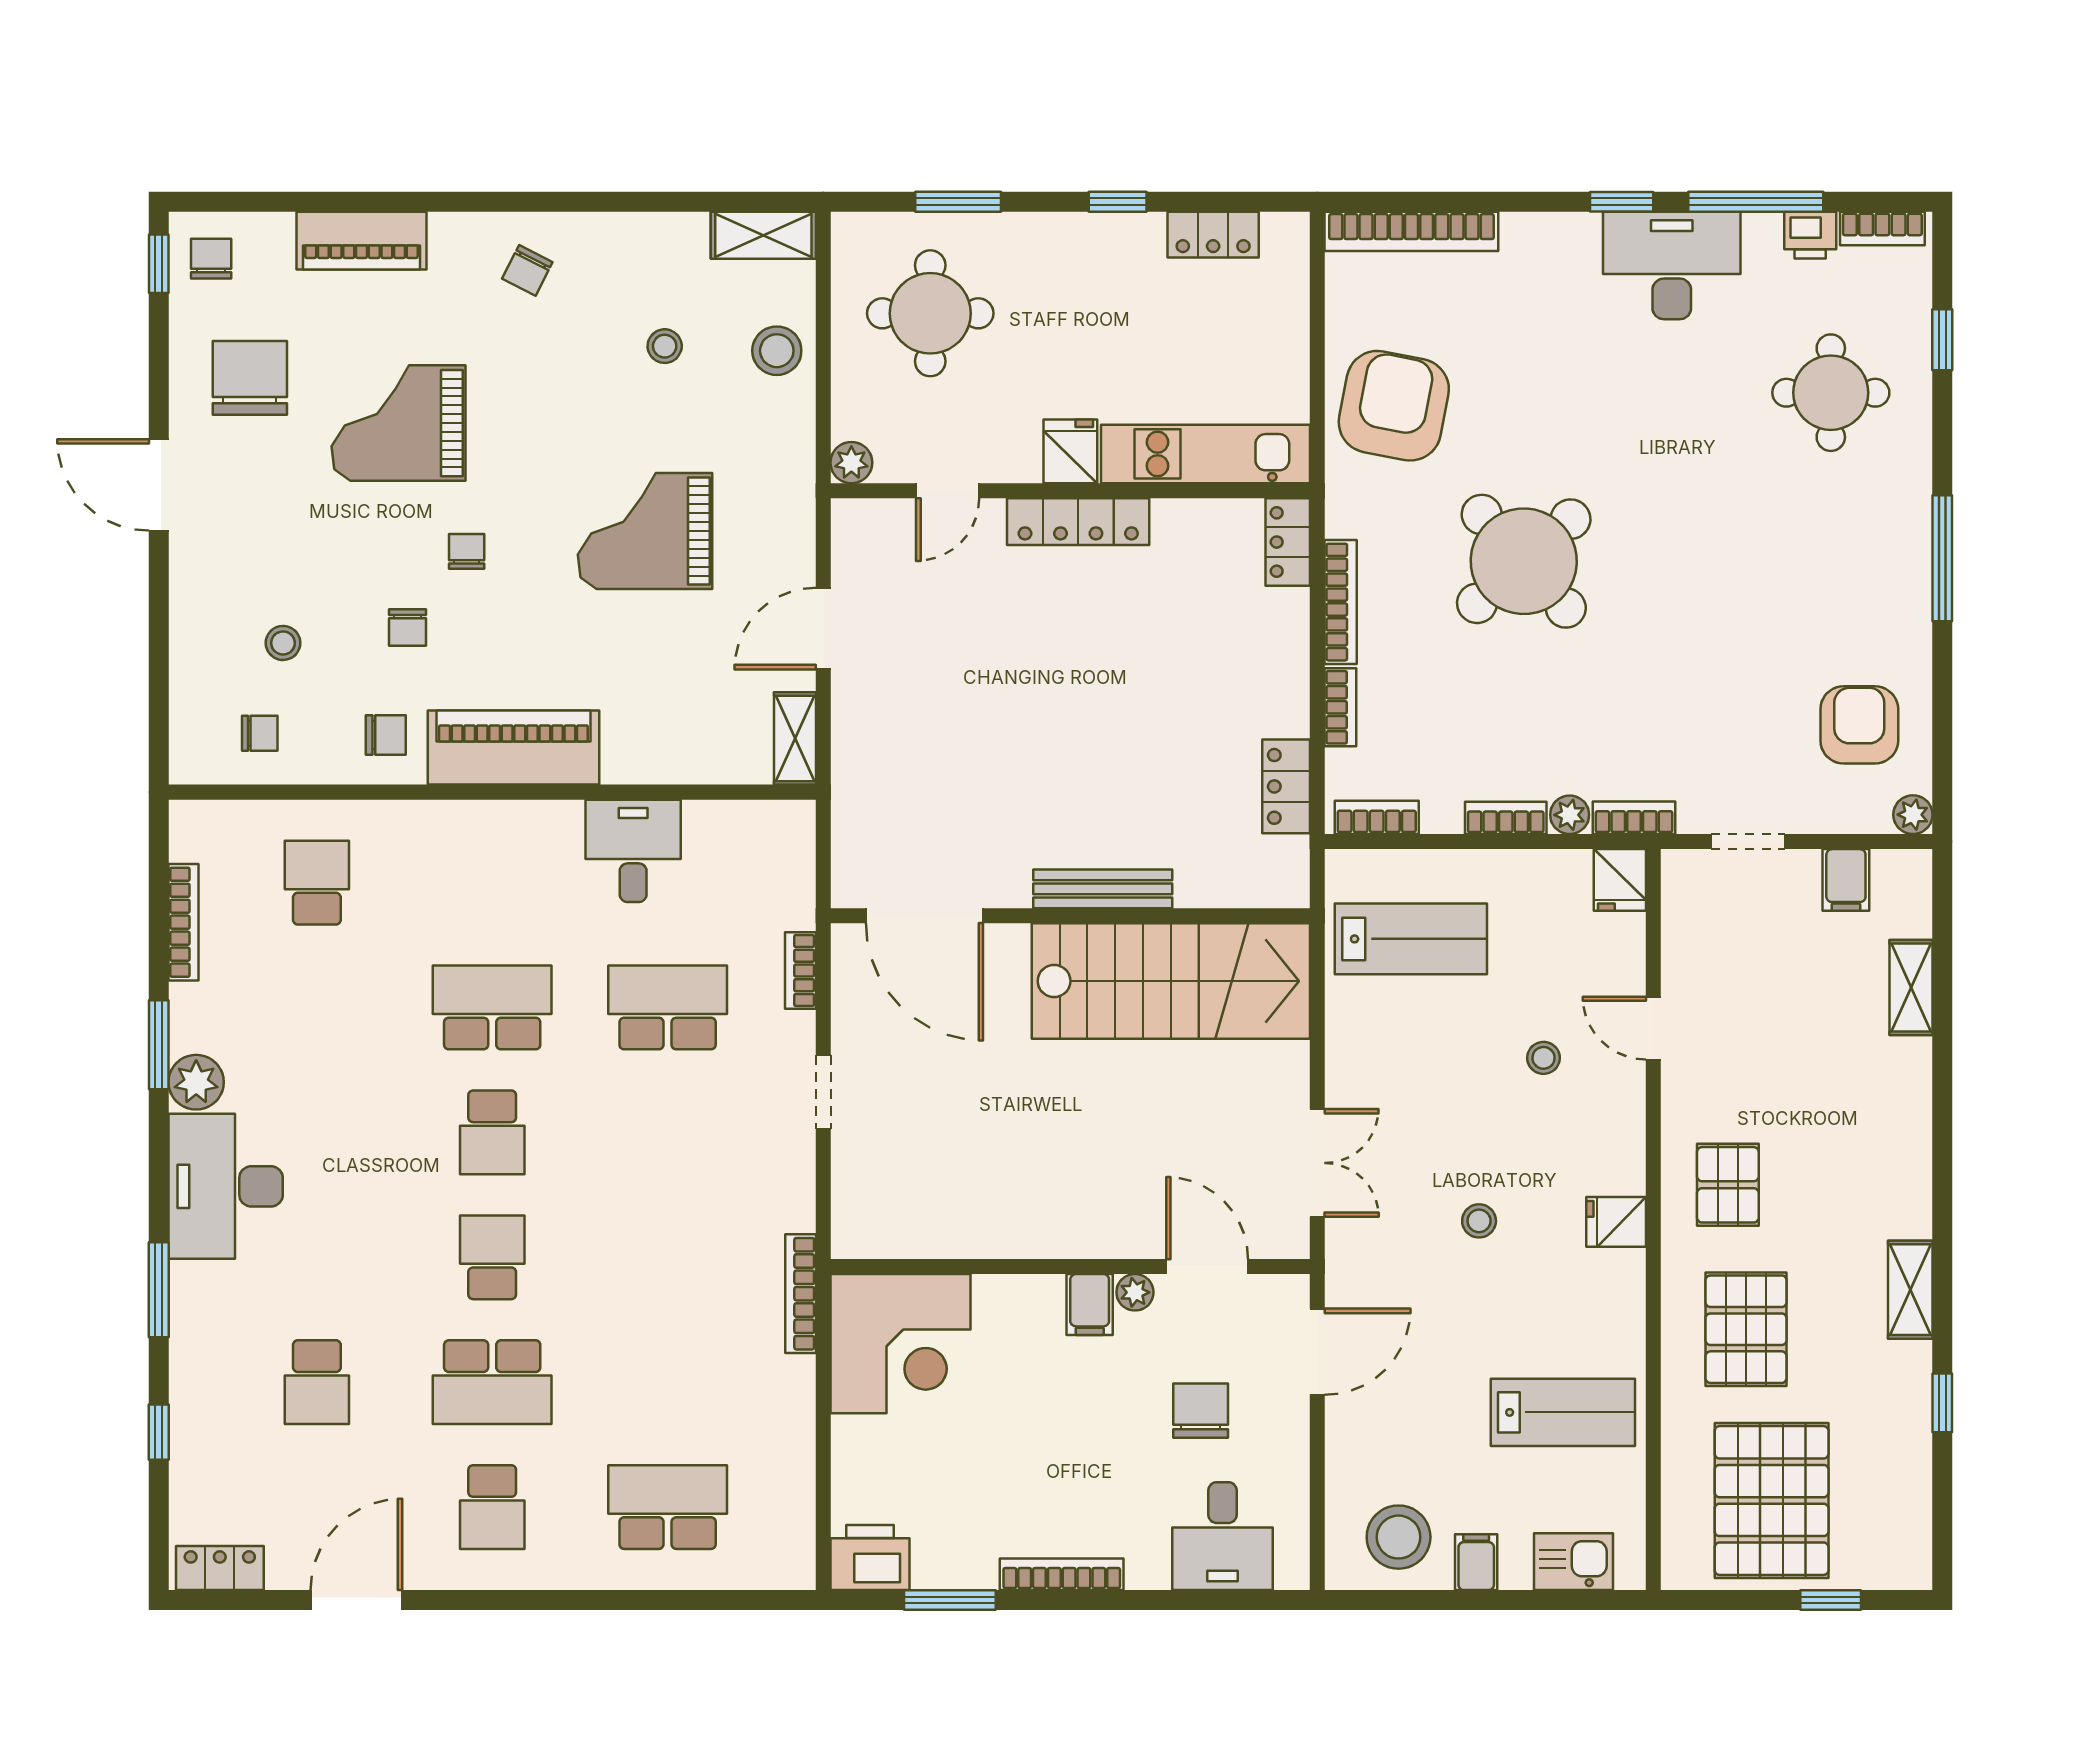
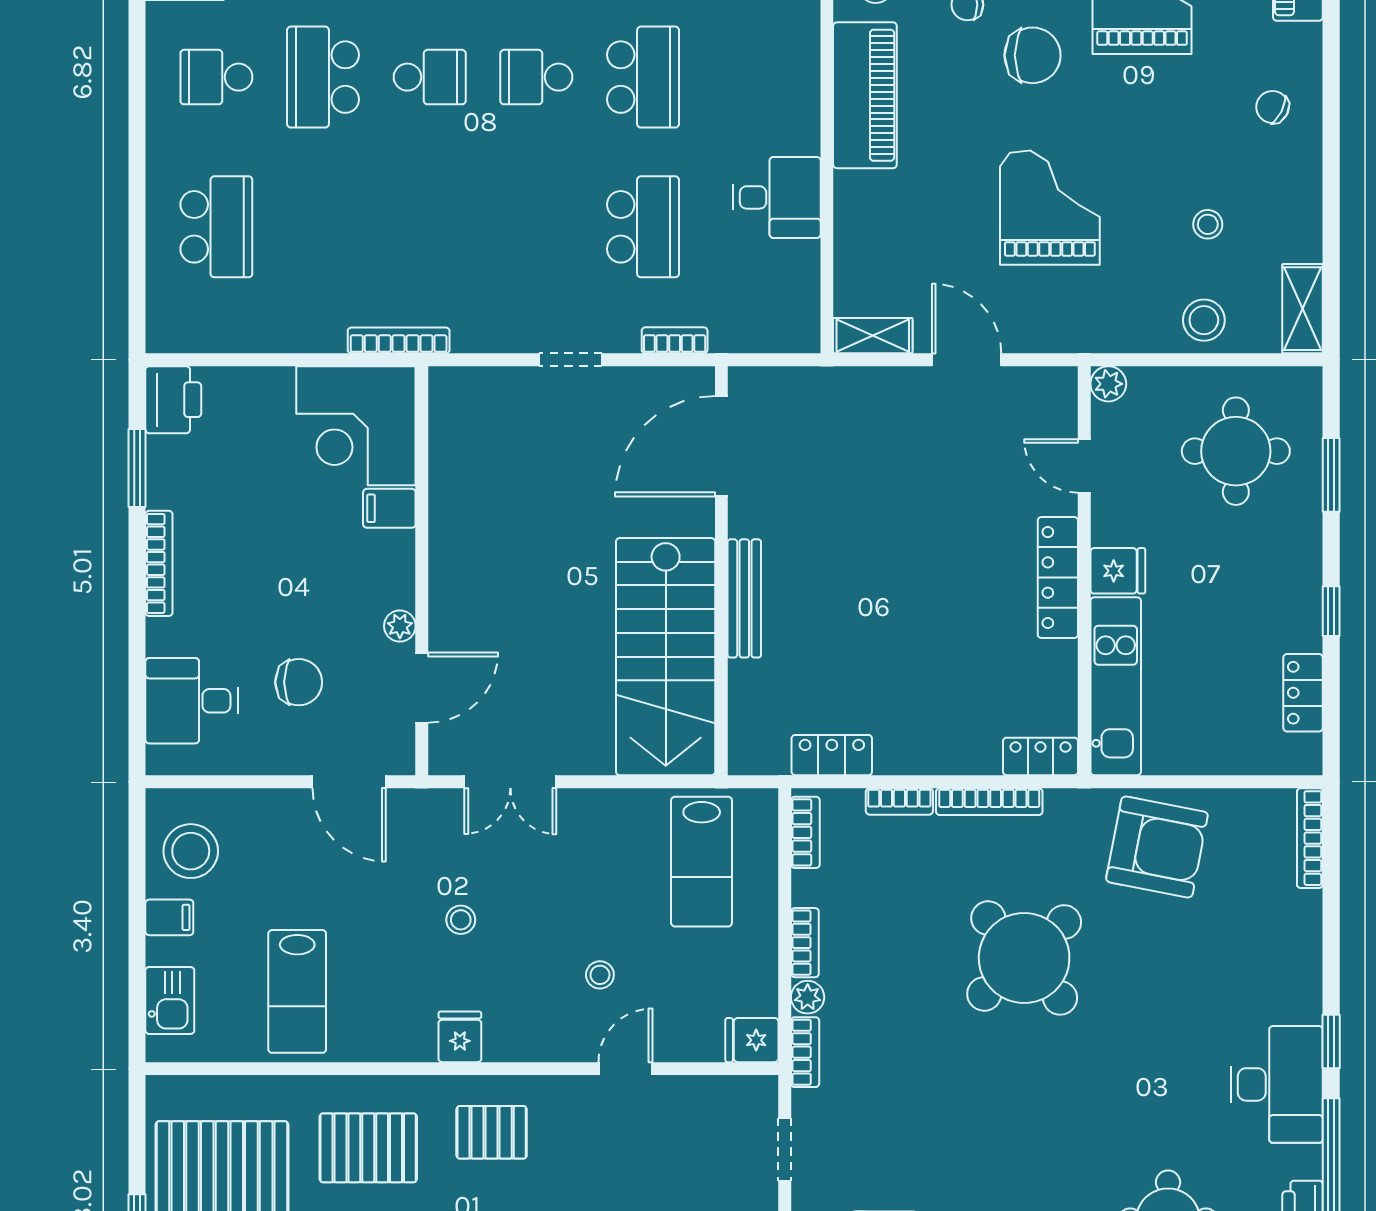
bookcase: (1411, 231) -> (1310, 838), width x0.68, depth x0.76
chair: (467, 551) -> (1033, 55), width x1.87, depth x1.87
filing cabinet: (1090, 1304) -> (389, 508), moved

